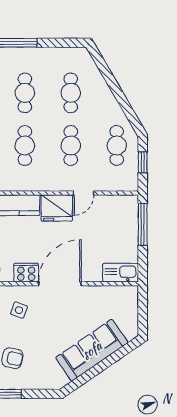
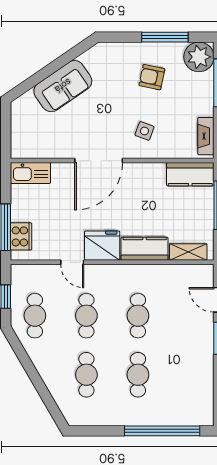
door: (83, 193) -> (72, 262), swing flipped
cooker: (26, 273) -> (21, 236), moved, turned -90
sofa: (92, 350) -> (63, 86), width x0.73

